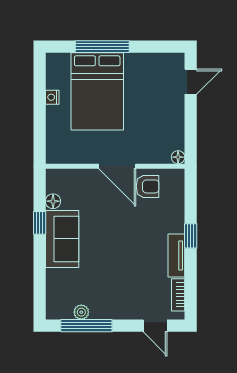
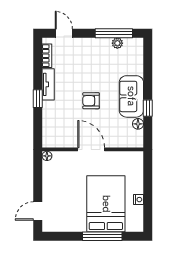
armchair: (148, 186) -> (91, 101), moved

